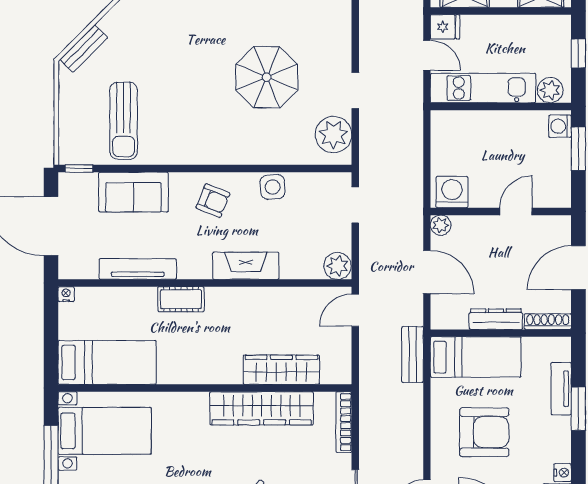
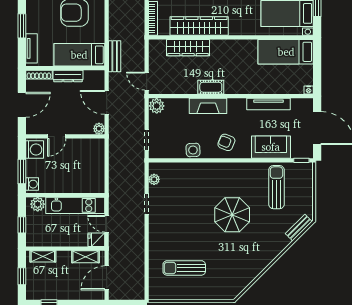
parasol: (267, 77) -> (232, 215), moved
plant: (333, 135) -> (154, 179), width x0.53, depth x0.53
washing machine: (452, 192) -> (35, 150), moved, turned -90
cot: (181, 299) -> (211, 87), moved
door: (355, 310) -> (147, 81), swing flipped
tv unit: (561, 389) -> (31, 48), moved

